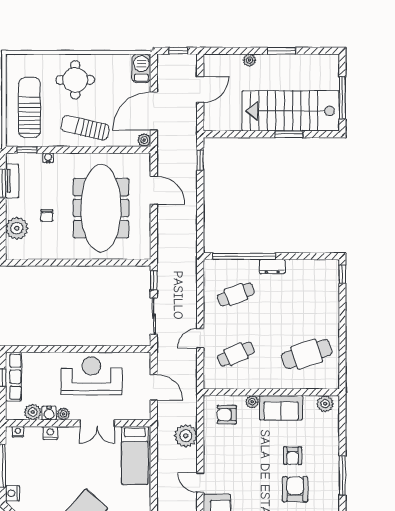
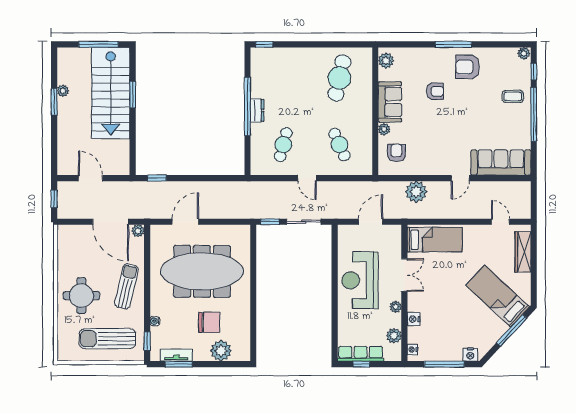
plant: (250, 60) -> (63, 91), moved
barbecue: (141, 68) -> (71, 233), removed
sun lounger: (85, 128) -> (126, 286), turned 180
chair: (47, 215) -> (209, 322), width x1.87, depth x1.87
window: (244, 256) -> (247, 106), moved
cafe table: (236, 294) -> (283, 145), turned 36
door: (200, 338) -> (307, 178), moved
cafe table: (307, 354) -> (339, 78), turned 30
water cooler: (49, 413) -> (395, 320), removed
armchair: (227, 415) -> (396, 153), turned 180
armchair: (295, 489) -> (468, 67), moved

